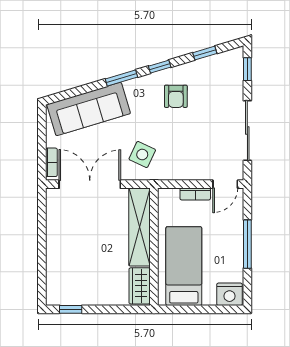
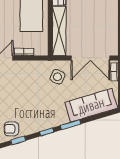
armchair: (176, 96) -> (11, 129), moved, turned -90

